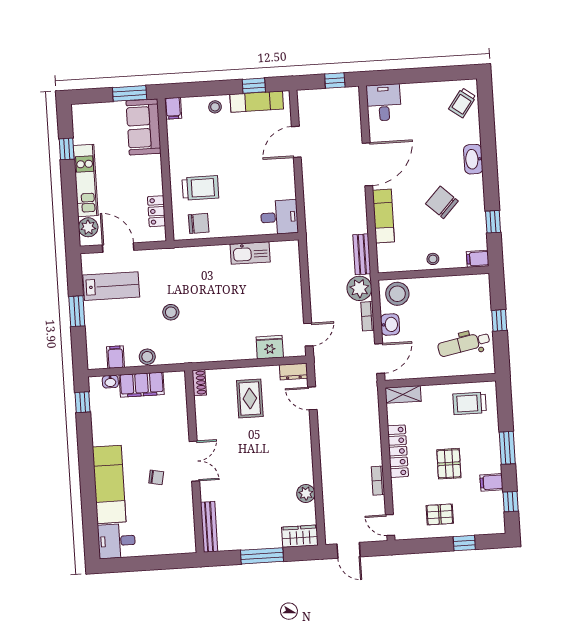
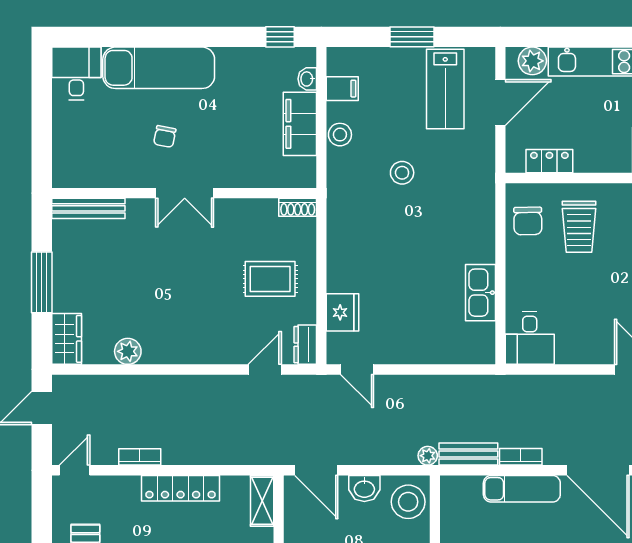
plant: (359, 288) -> (428, 456), width x0.53, depth x0.53
bookcase: (368, 316) -> (521, 457), moved

